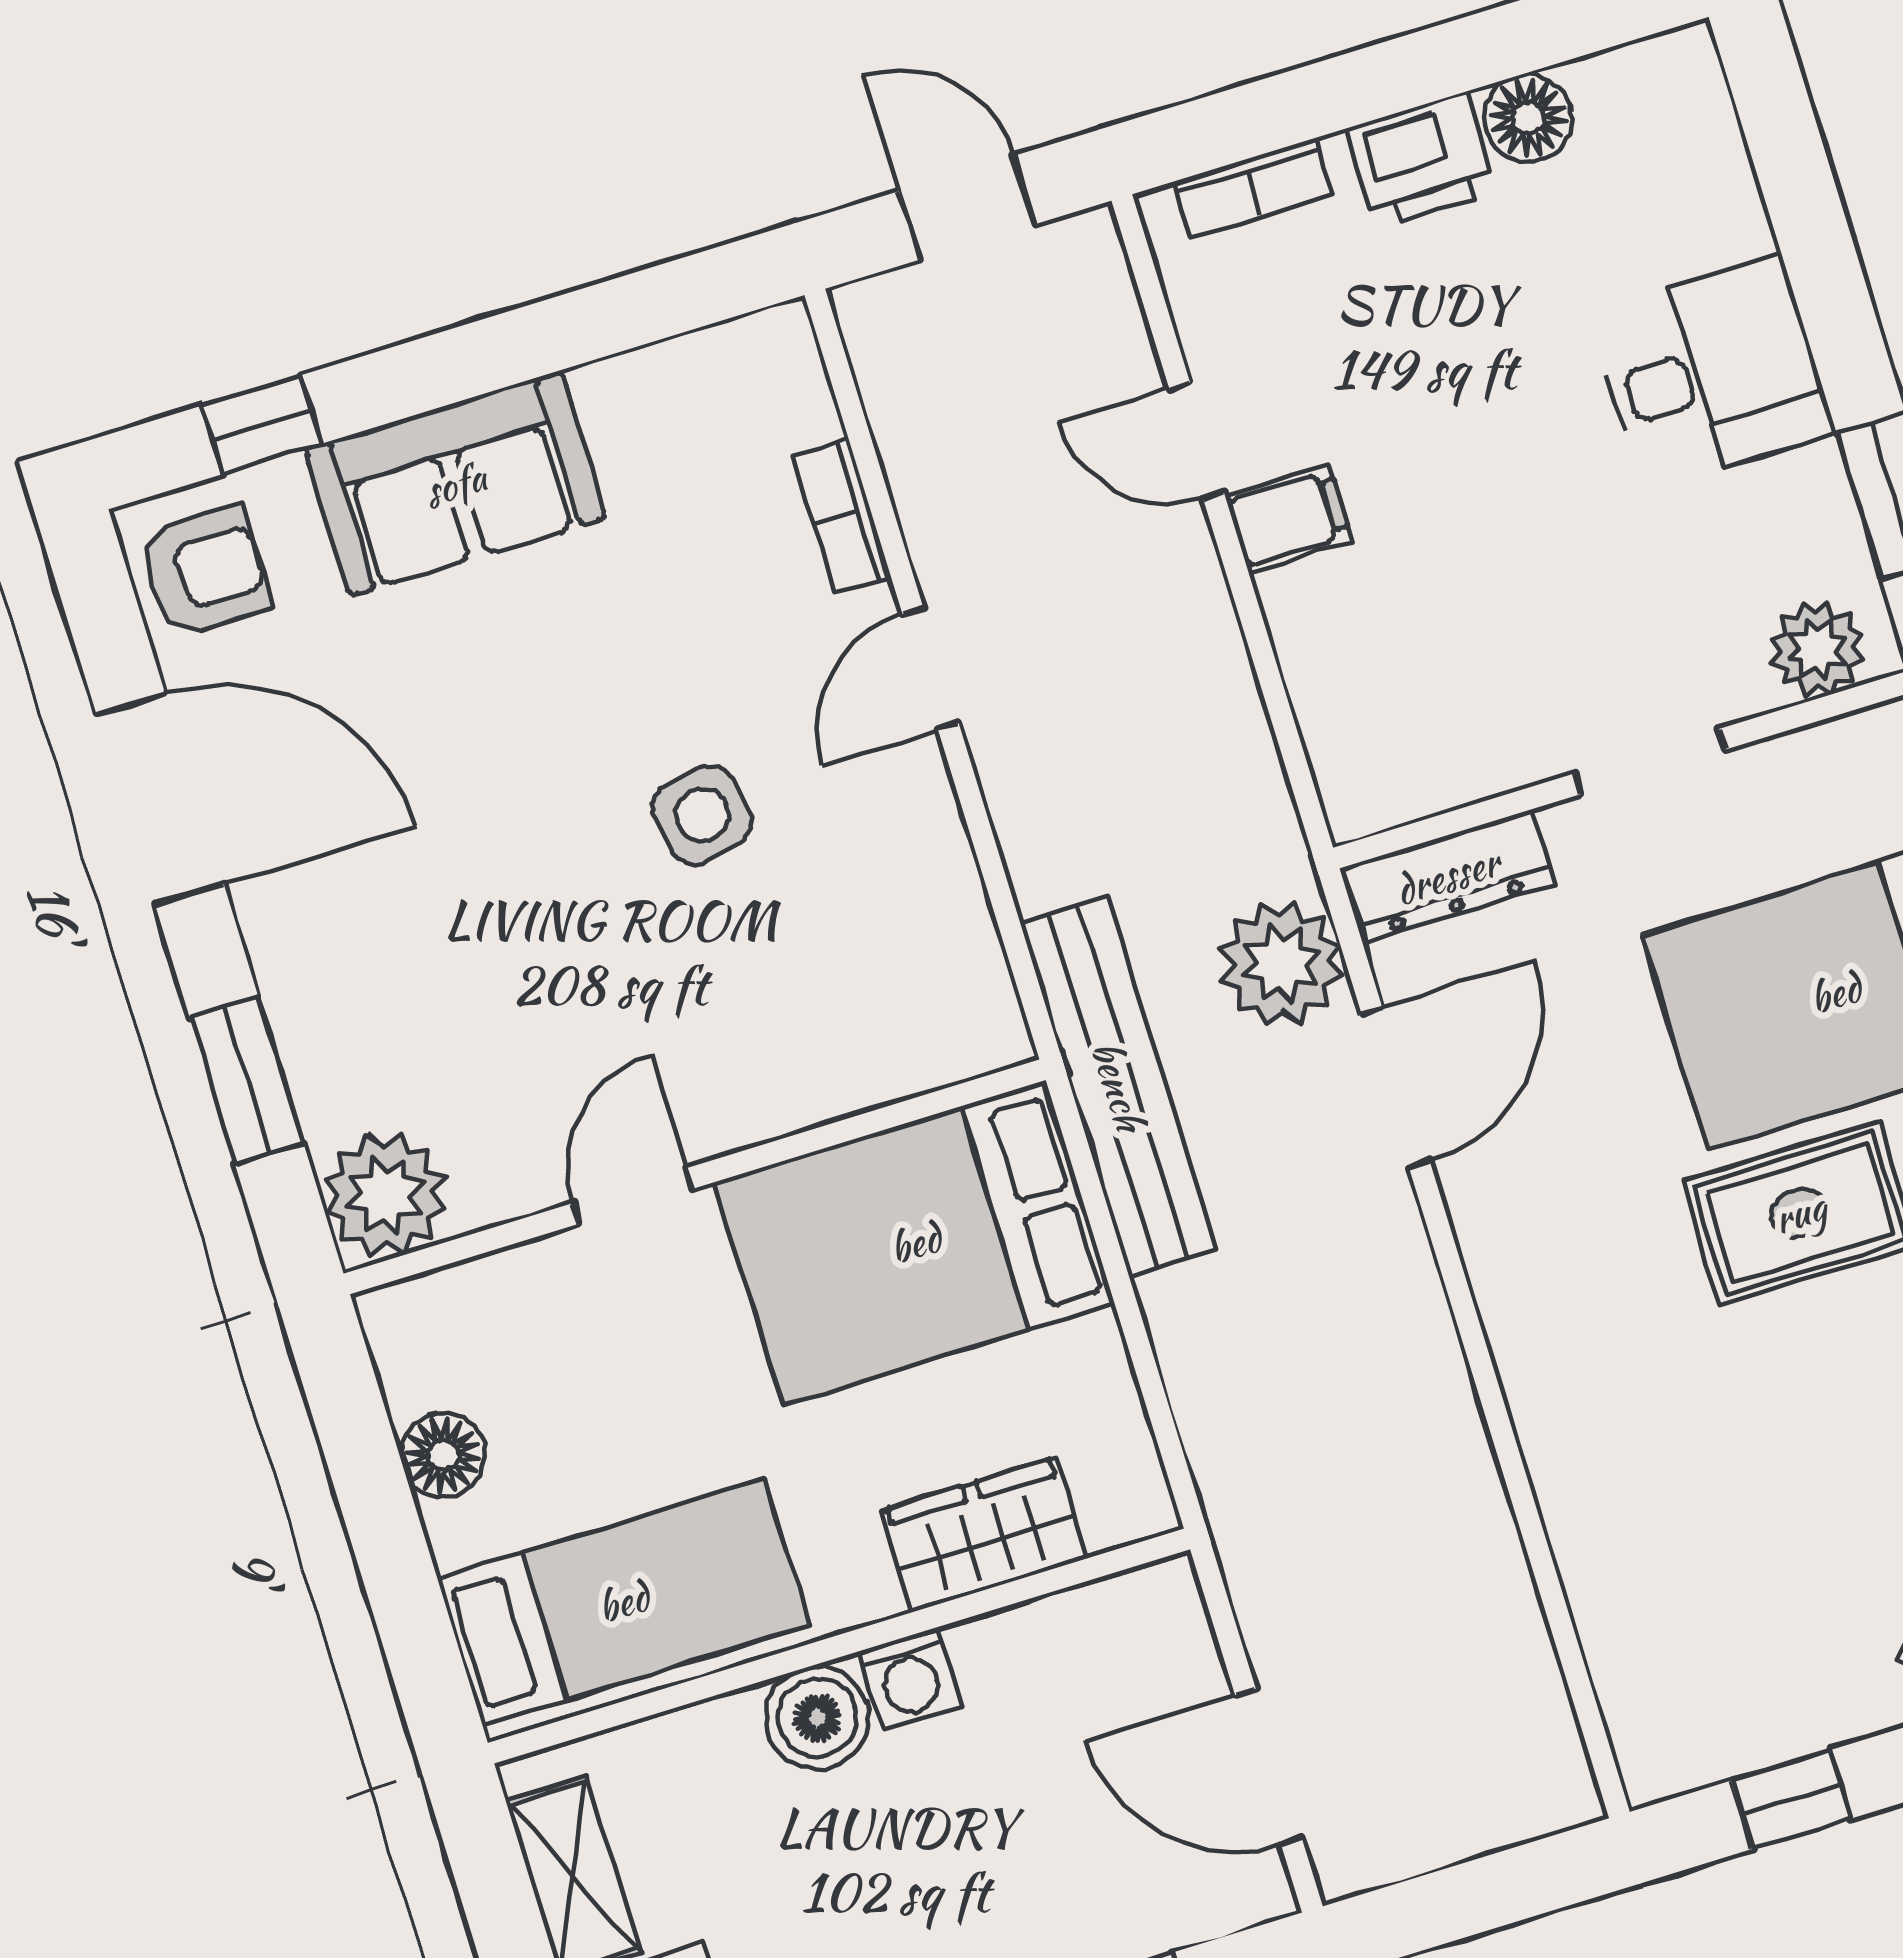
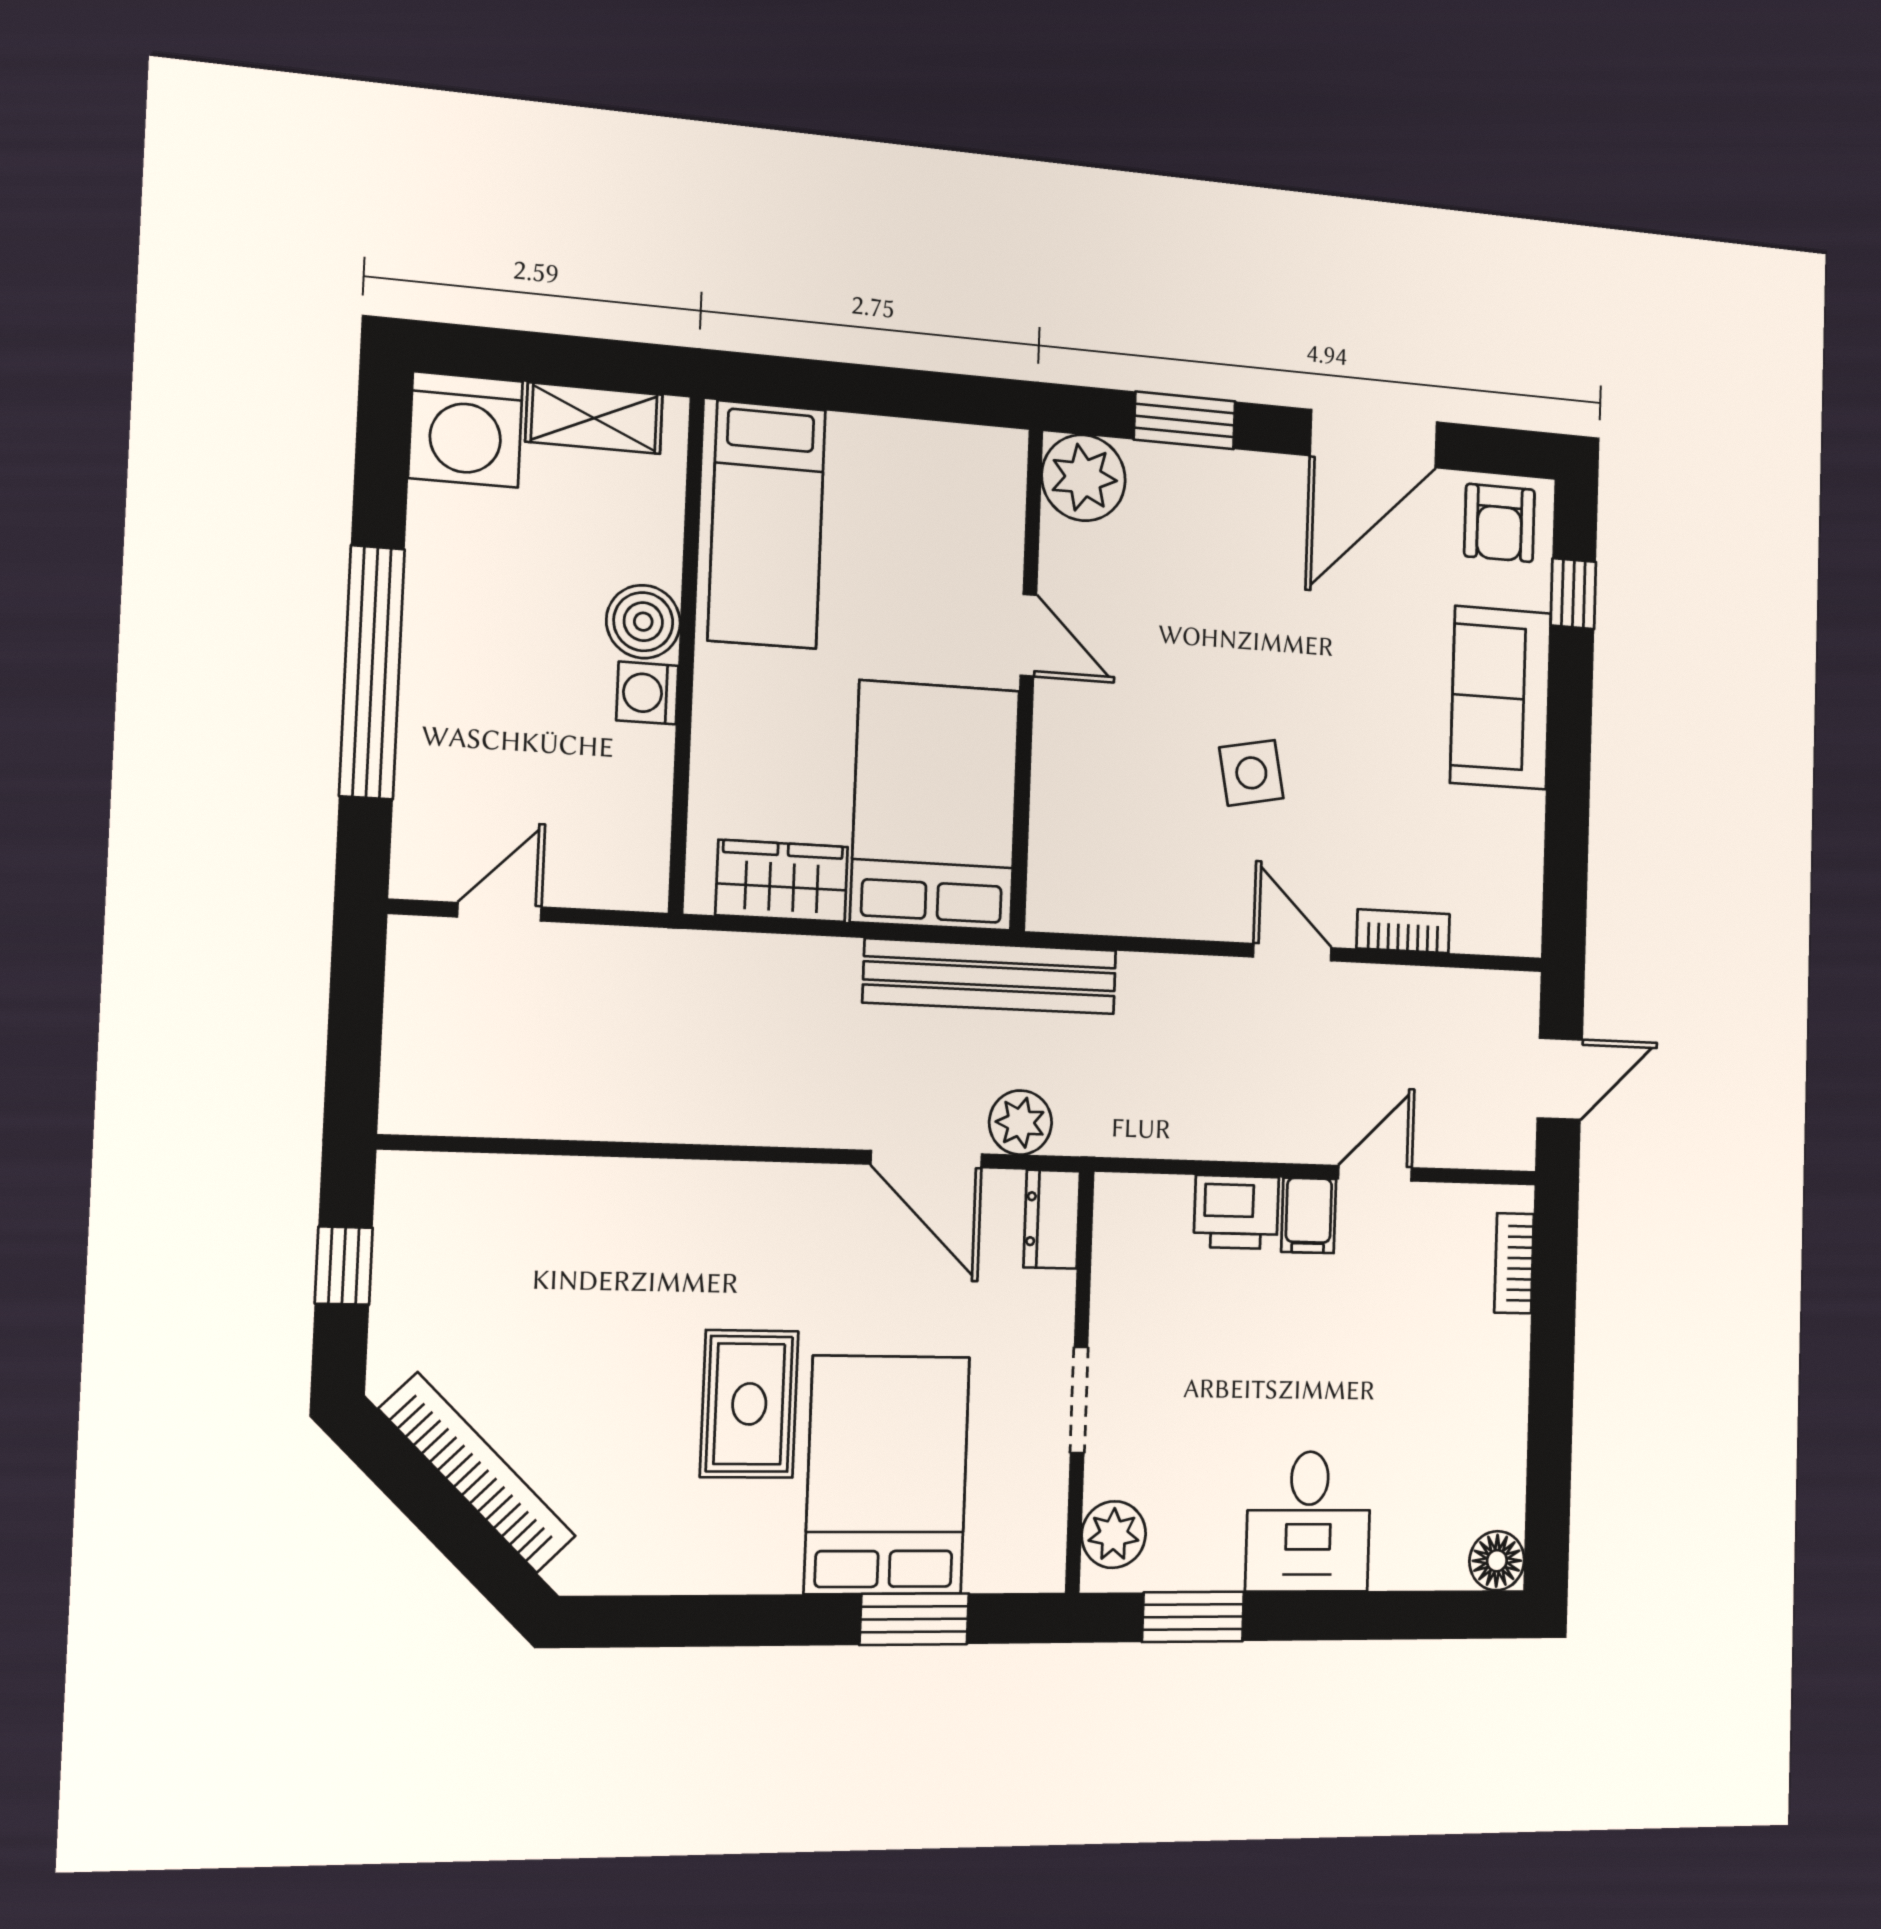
floor lamp: (1528, 118) -> (1497, 1561), moved
printer: (1422, 160) -> (1236, 1212), moved, turned -90
dresser: (1447, 876) -> (1052, 1219), width x0.70
plant: (1281, 964) -> (1020, 1123), width x0.73, depth x0.73
floor lamp: (443, 1455) -> (905, 447), removed
wardrobe: (984, 1534) -> (782, 881), moved, turned -90
door: (1268, 1767) -> (499, 912), width x0.73

